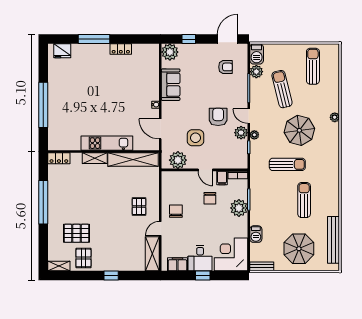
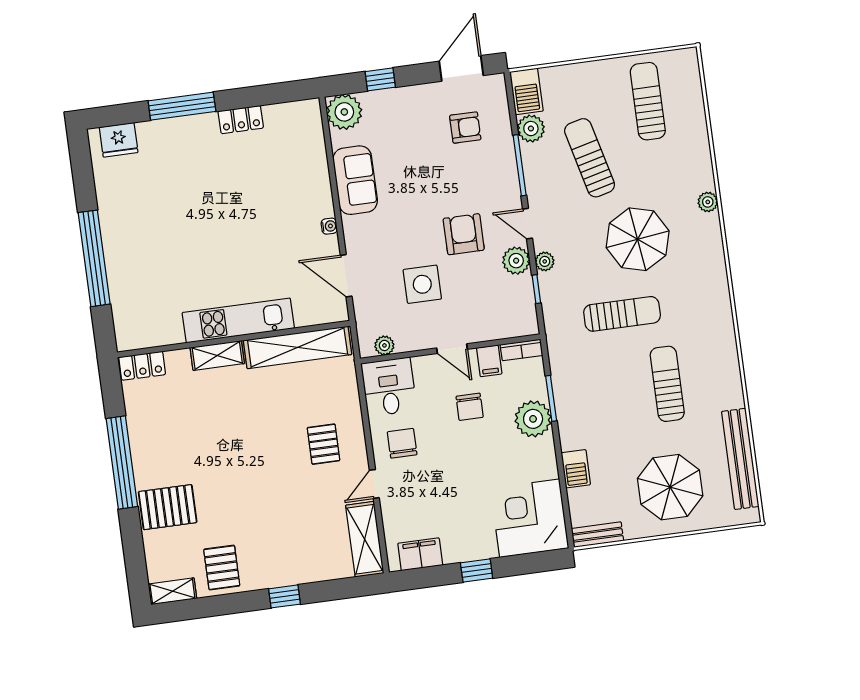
plant: (178, 160) -> (384, 345), width x0.53, depth x0.53
pallet: (76, 233) -> (168, 507), moved
desk: (200, 258) -> (389, 387), moved, turned 180

